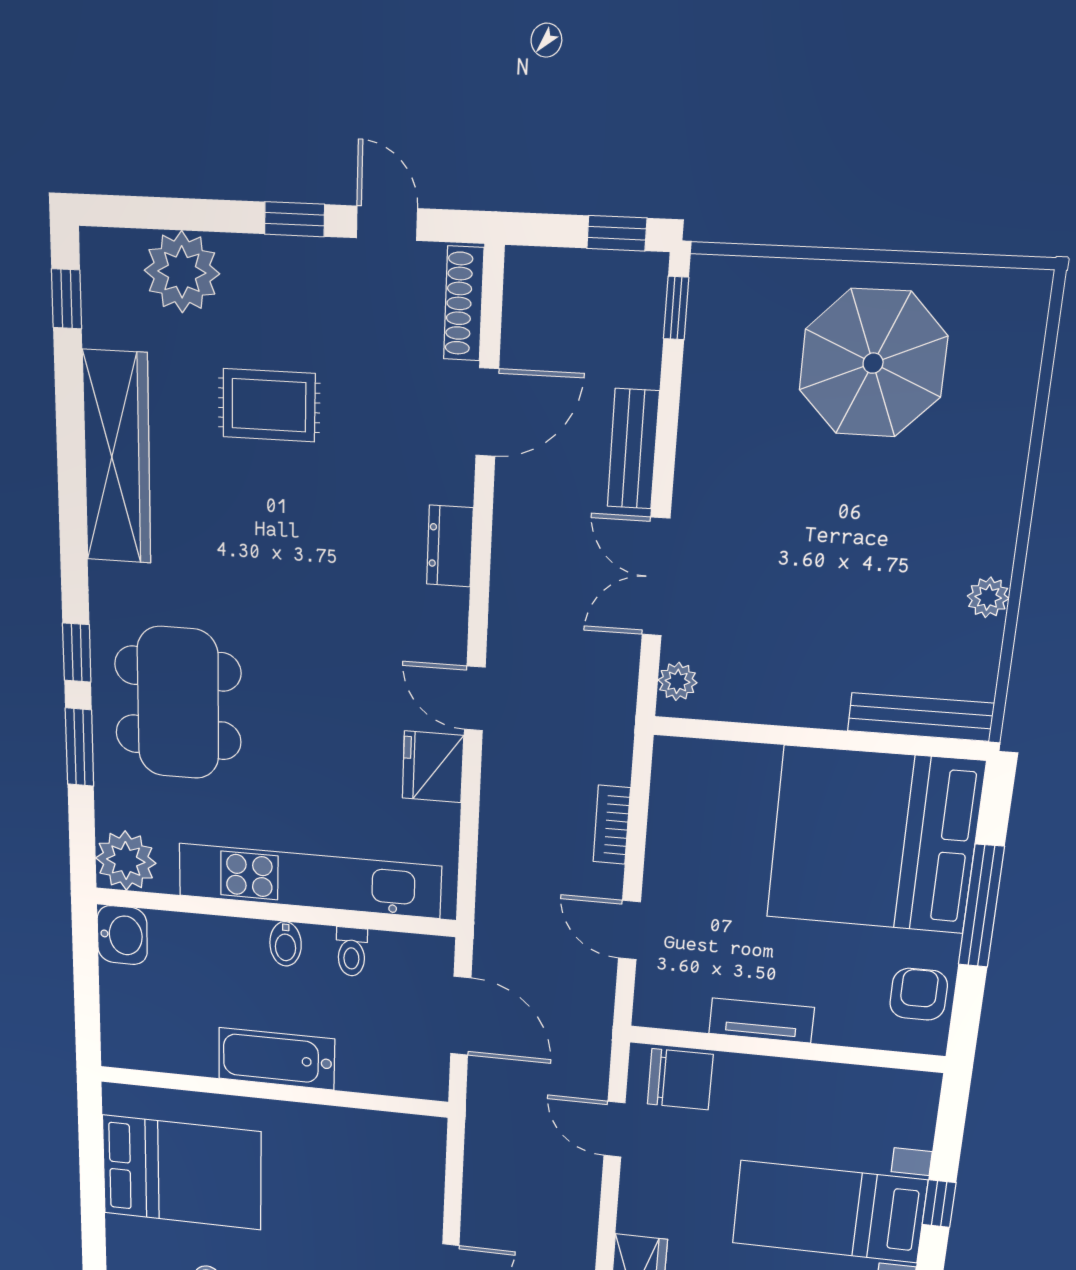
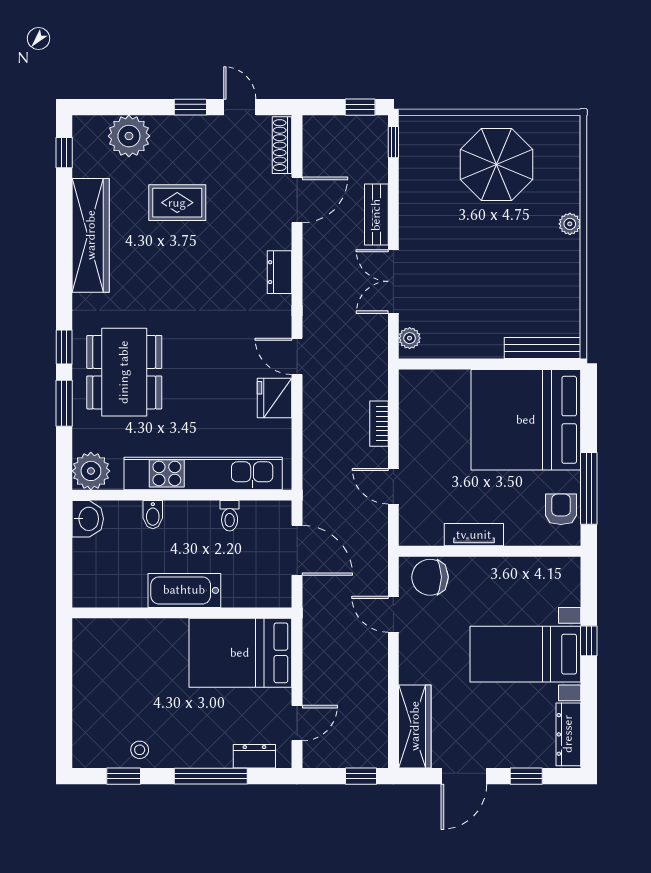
plant: (988, 597) -> (570, 224), moved
window: (981, 906) -> (589, 488), moved
bidet: (286, 944) -> (153, 515), moved
chair: (680, 1079) -> (430, 577), turned 180
bed: (182, 1173) -> (240, 653), moved, turned 180

